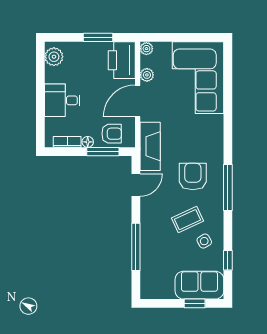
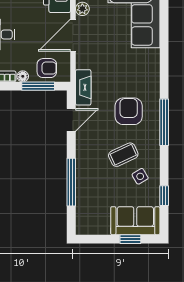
fireplace: (150, 146) -> (83, 87), width x0.73, depth x0.76

